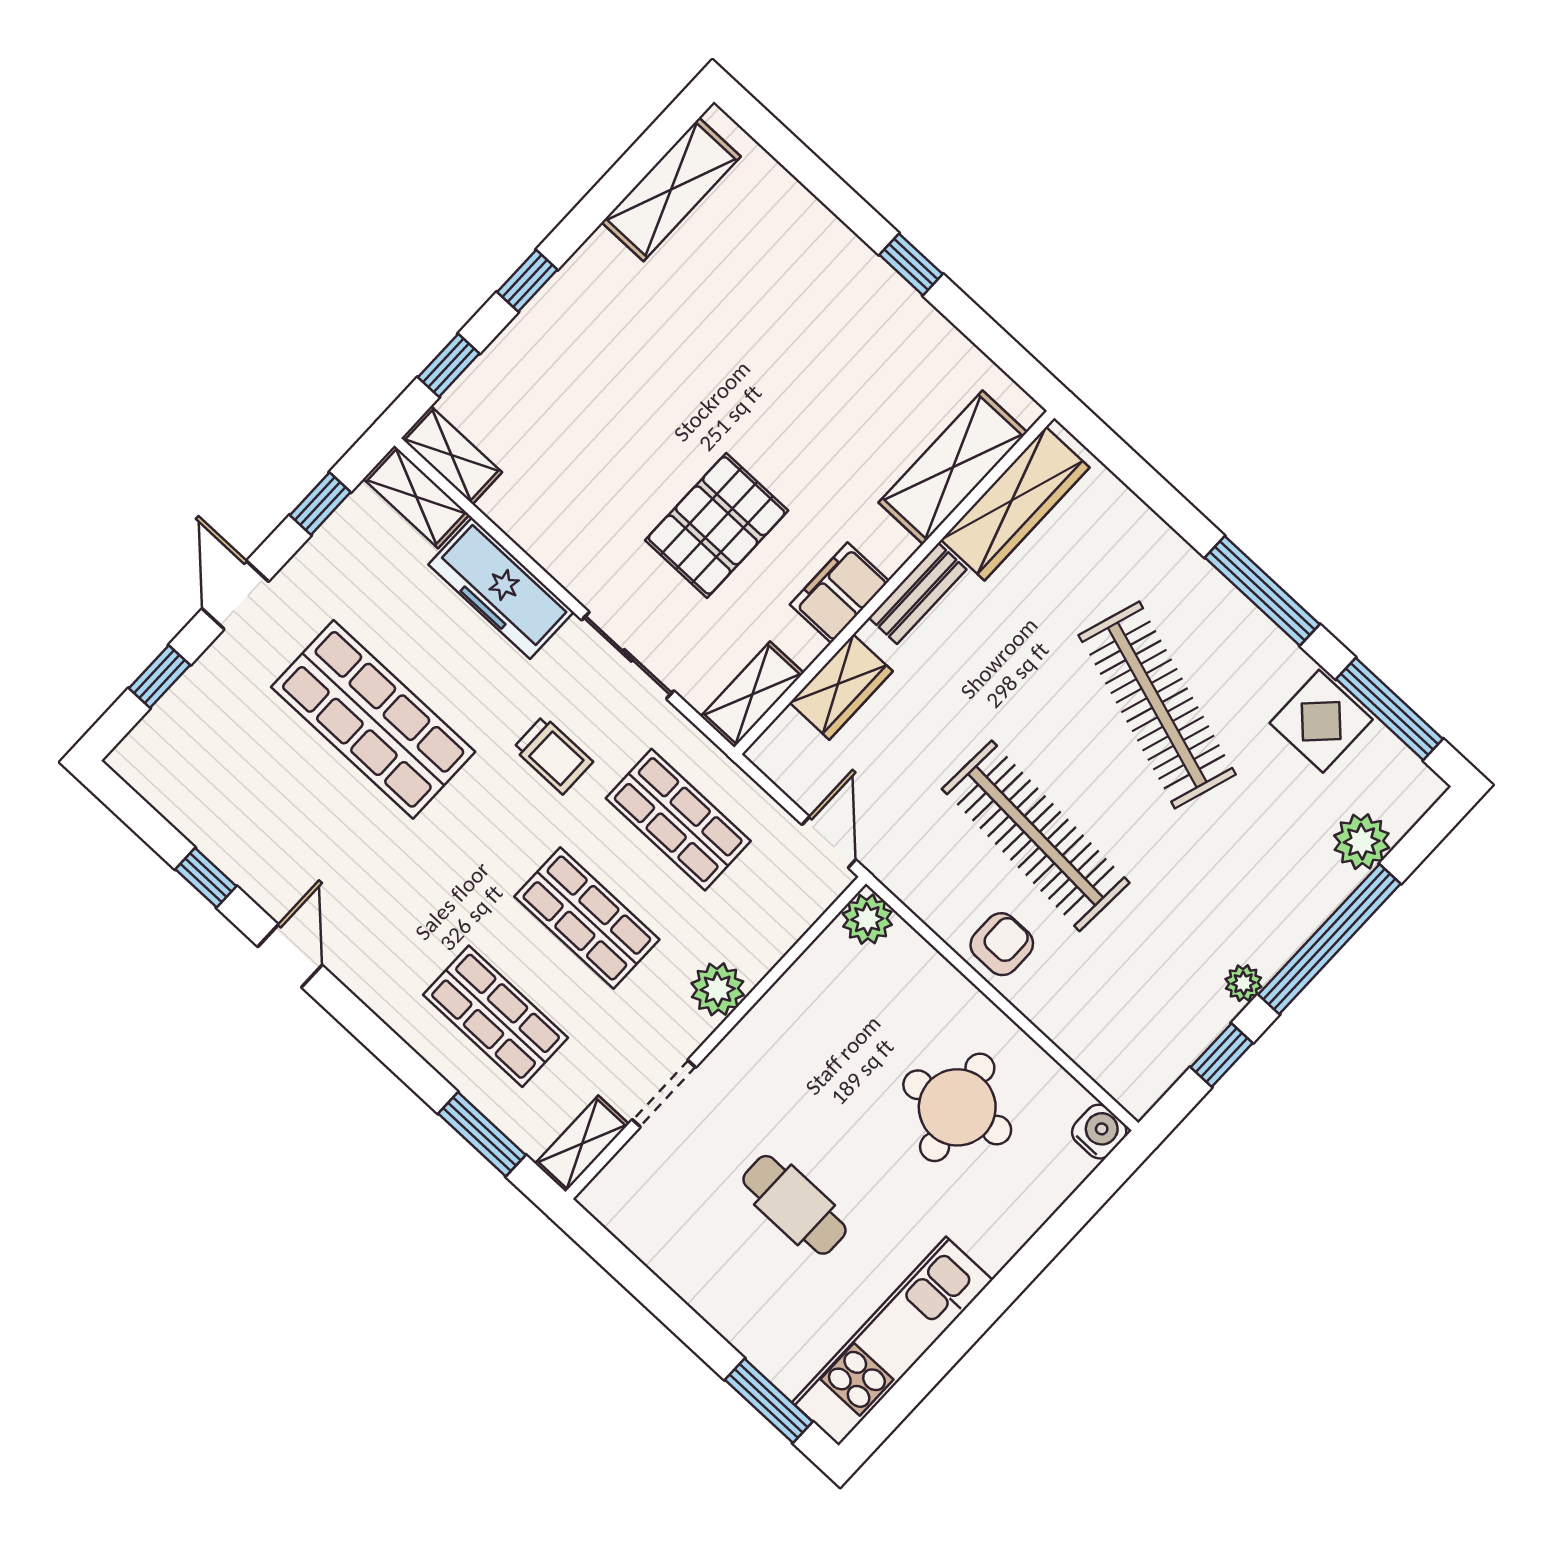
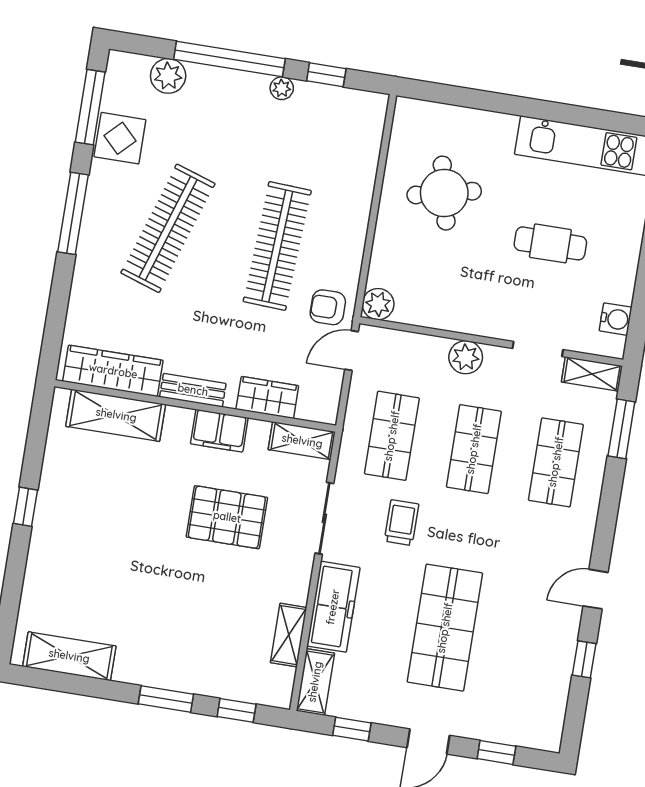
window: (527, 281) -> (166, 699), width x1.50
shelving: (452, 455) -> (289, 635), moved
armchair: (1002, 944) -> (328, 307), moved
water cooler: (1099, 1132) -> (616, 319), moved, turned 180
cafe table: (794, 1205) -> (550, 243), turned 90

